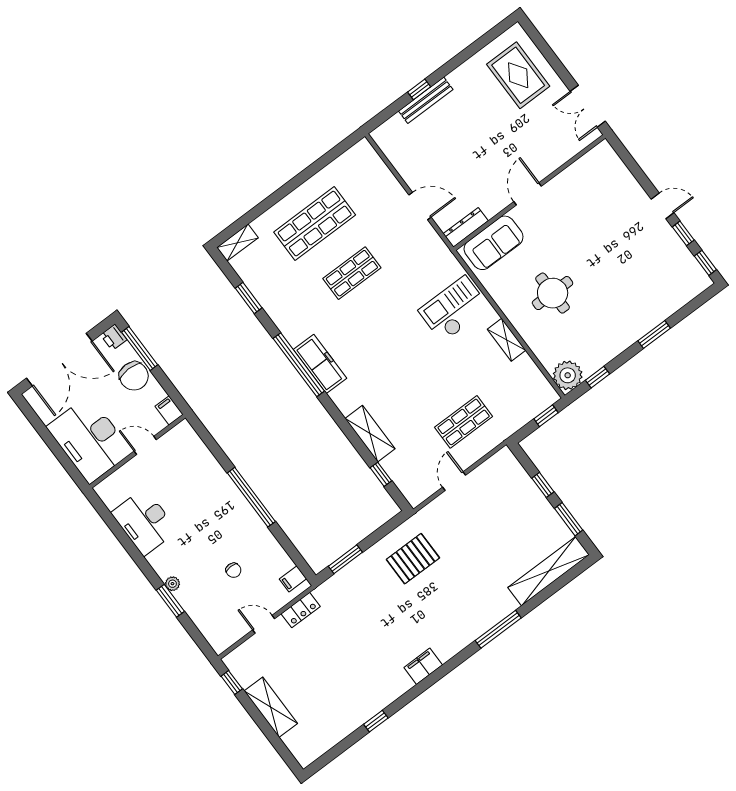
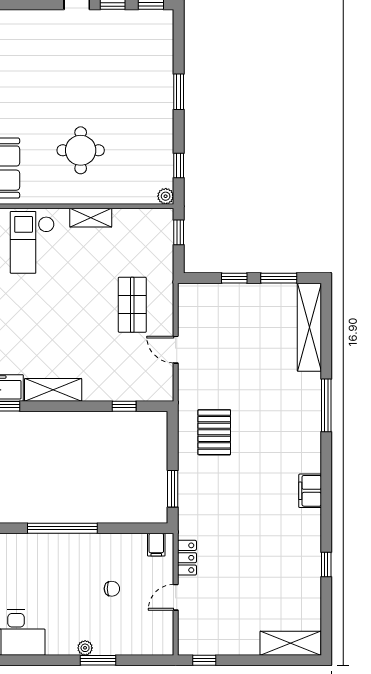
plant: (568, 375) -> (166, 196), width x0.53, depth x0.53
shelving: (370, 434) -> (53, 390), moved
shelving: (271, 707) -> (290, 643), moved

